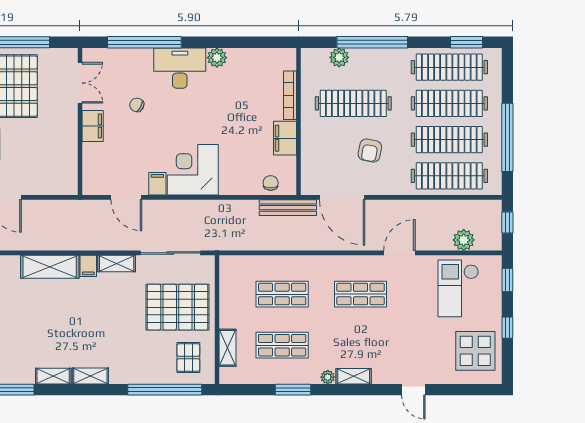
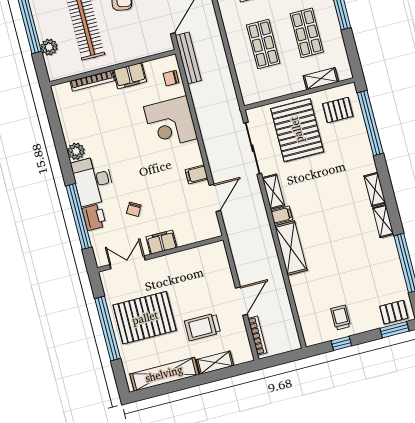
printer: (139, 59) -> (94, 217), added
corner desk: (193, 170) -> (171, 123), moved

